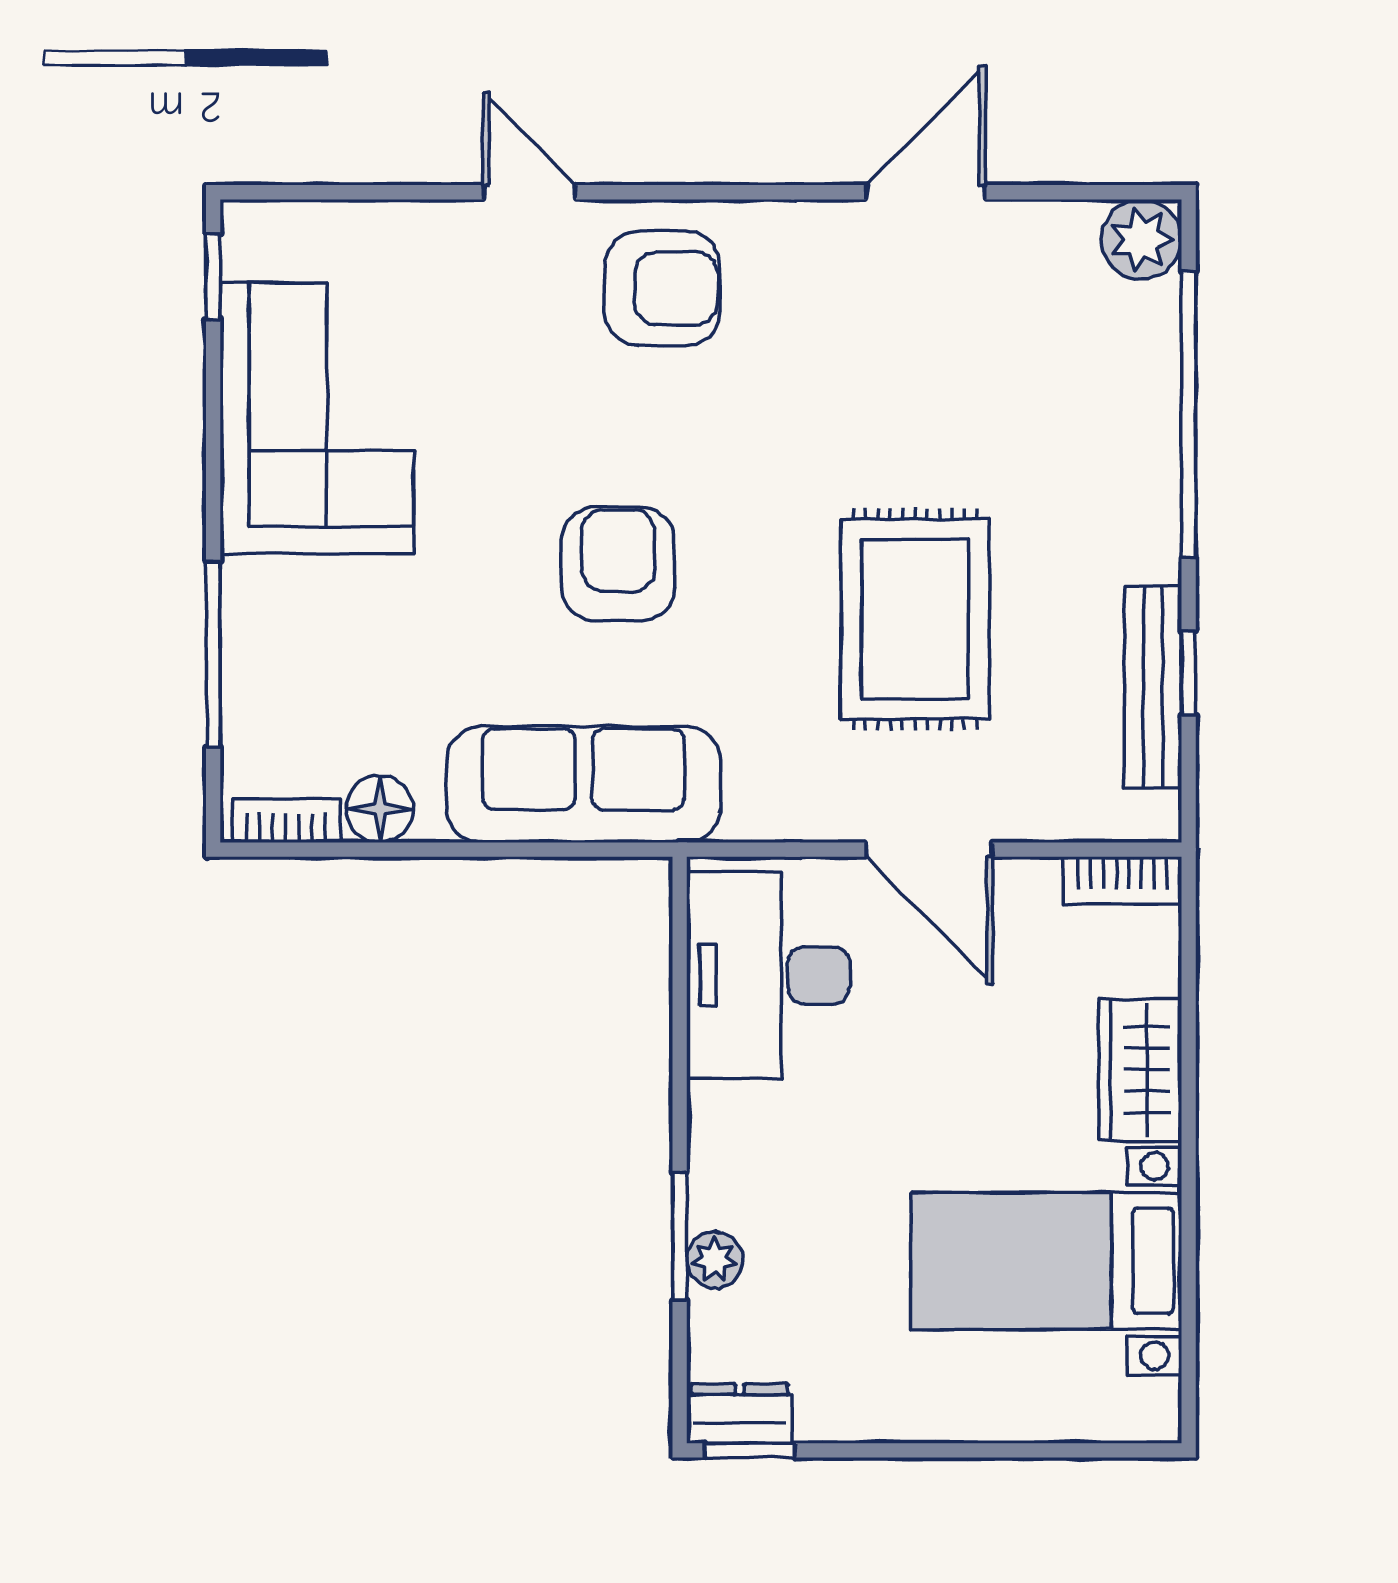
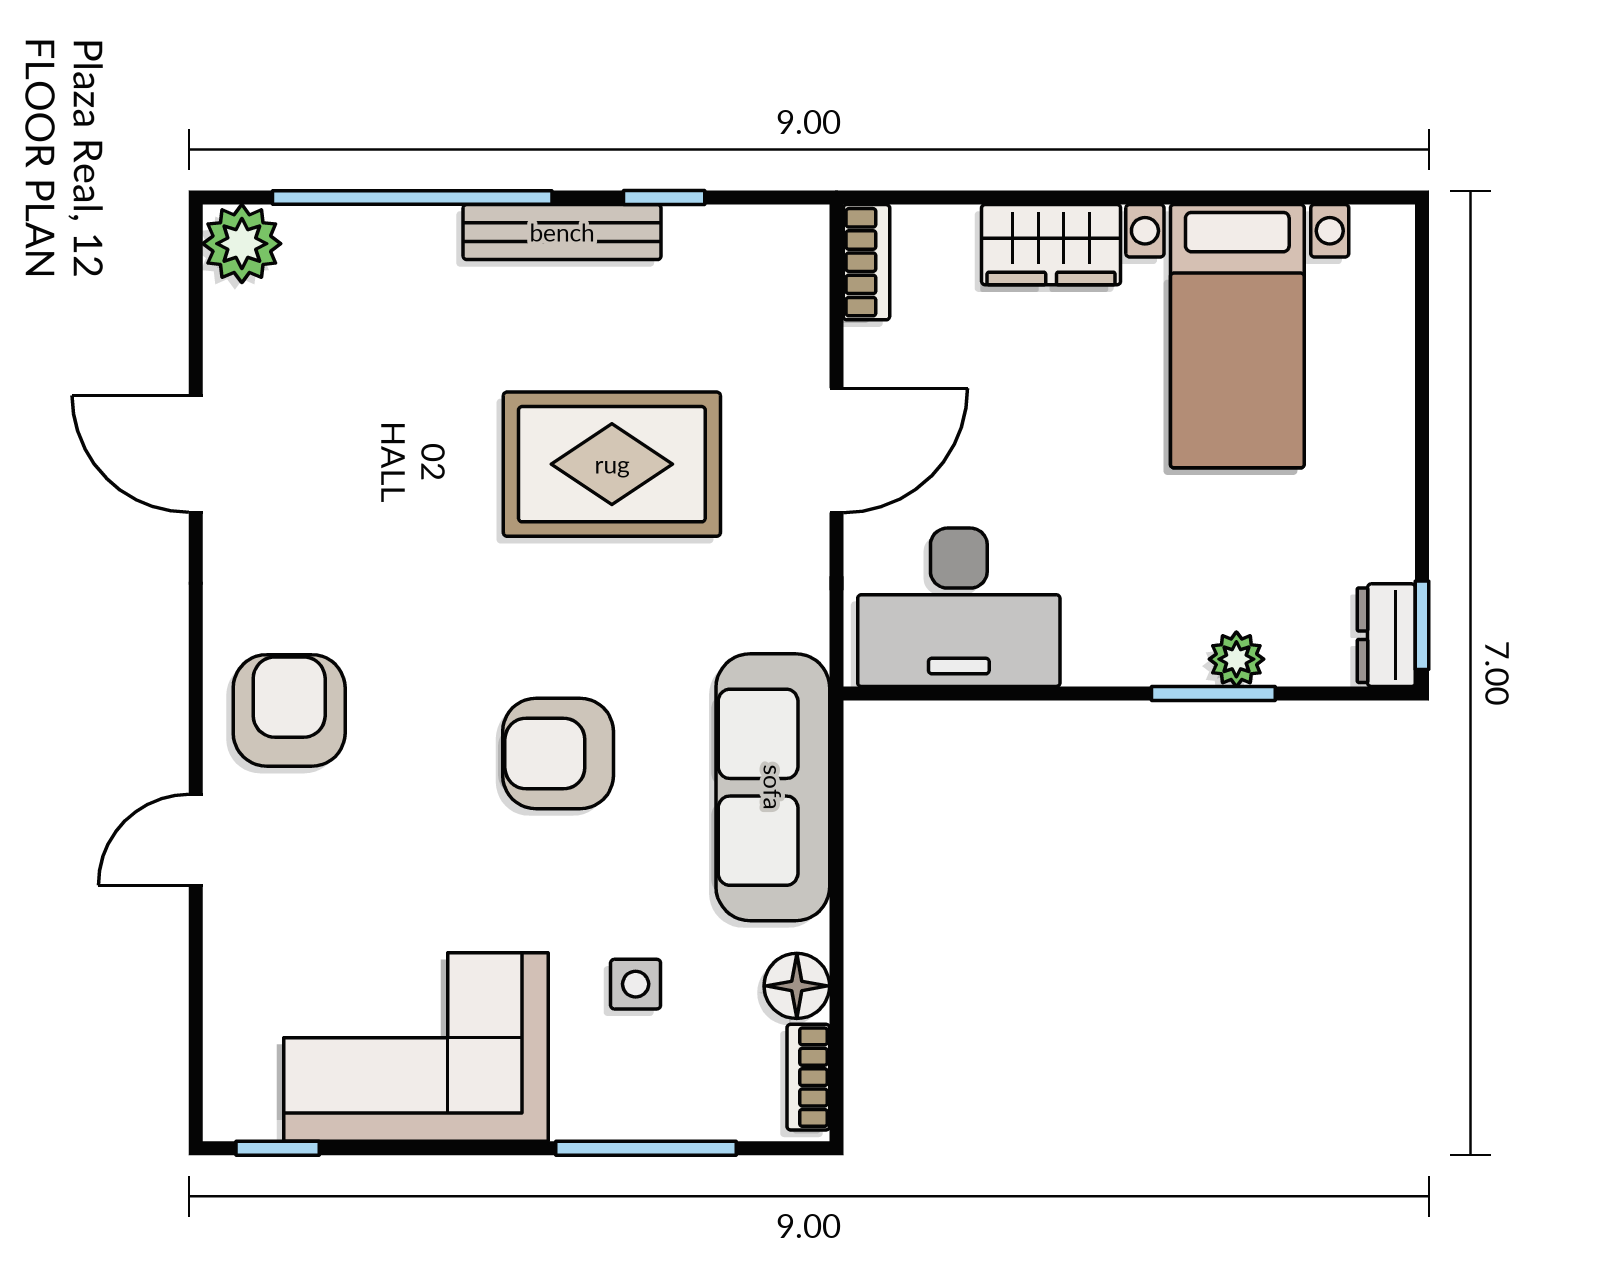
side table: (382, 644) -> (636, 984), added
bench: (1153, 687) -> (562, 232), moved

